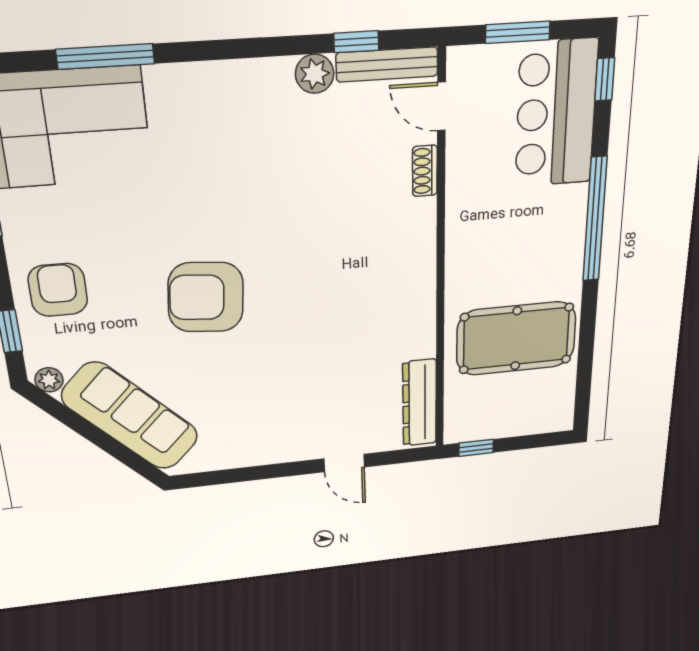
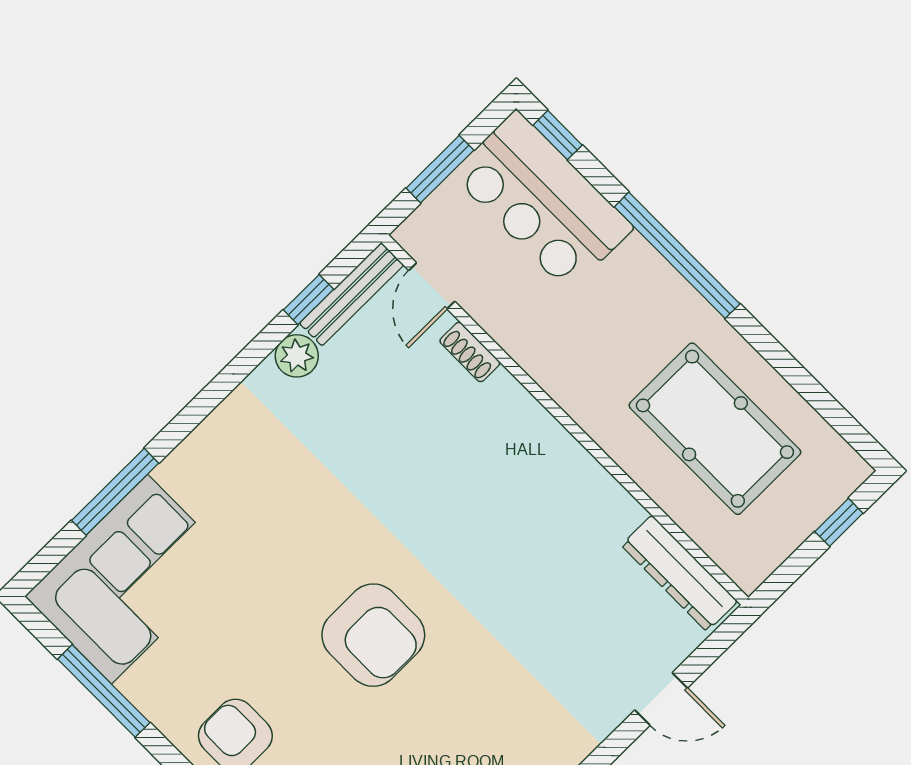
door: (441, 106) -> (432, 286), hinge flipped
armchair: (206, 297) -> (373, 635), turned -95
pool table: (516, 339) -> (715, 429), turned 90
window: (476, 448) -> (839, 522), moved

